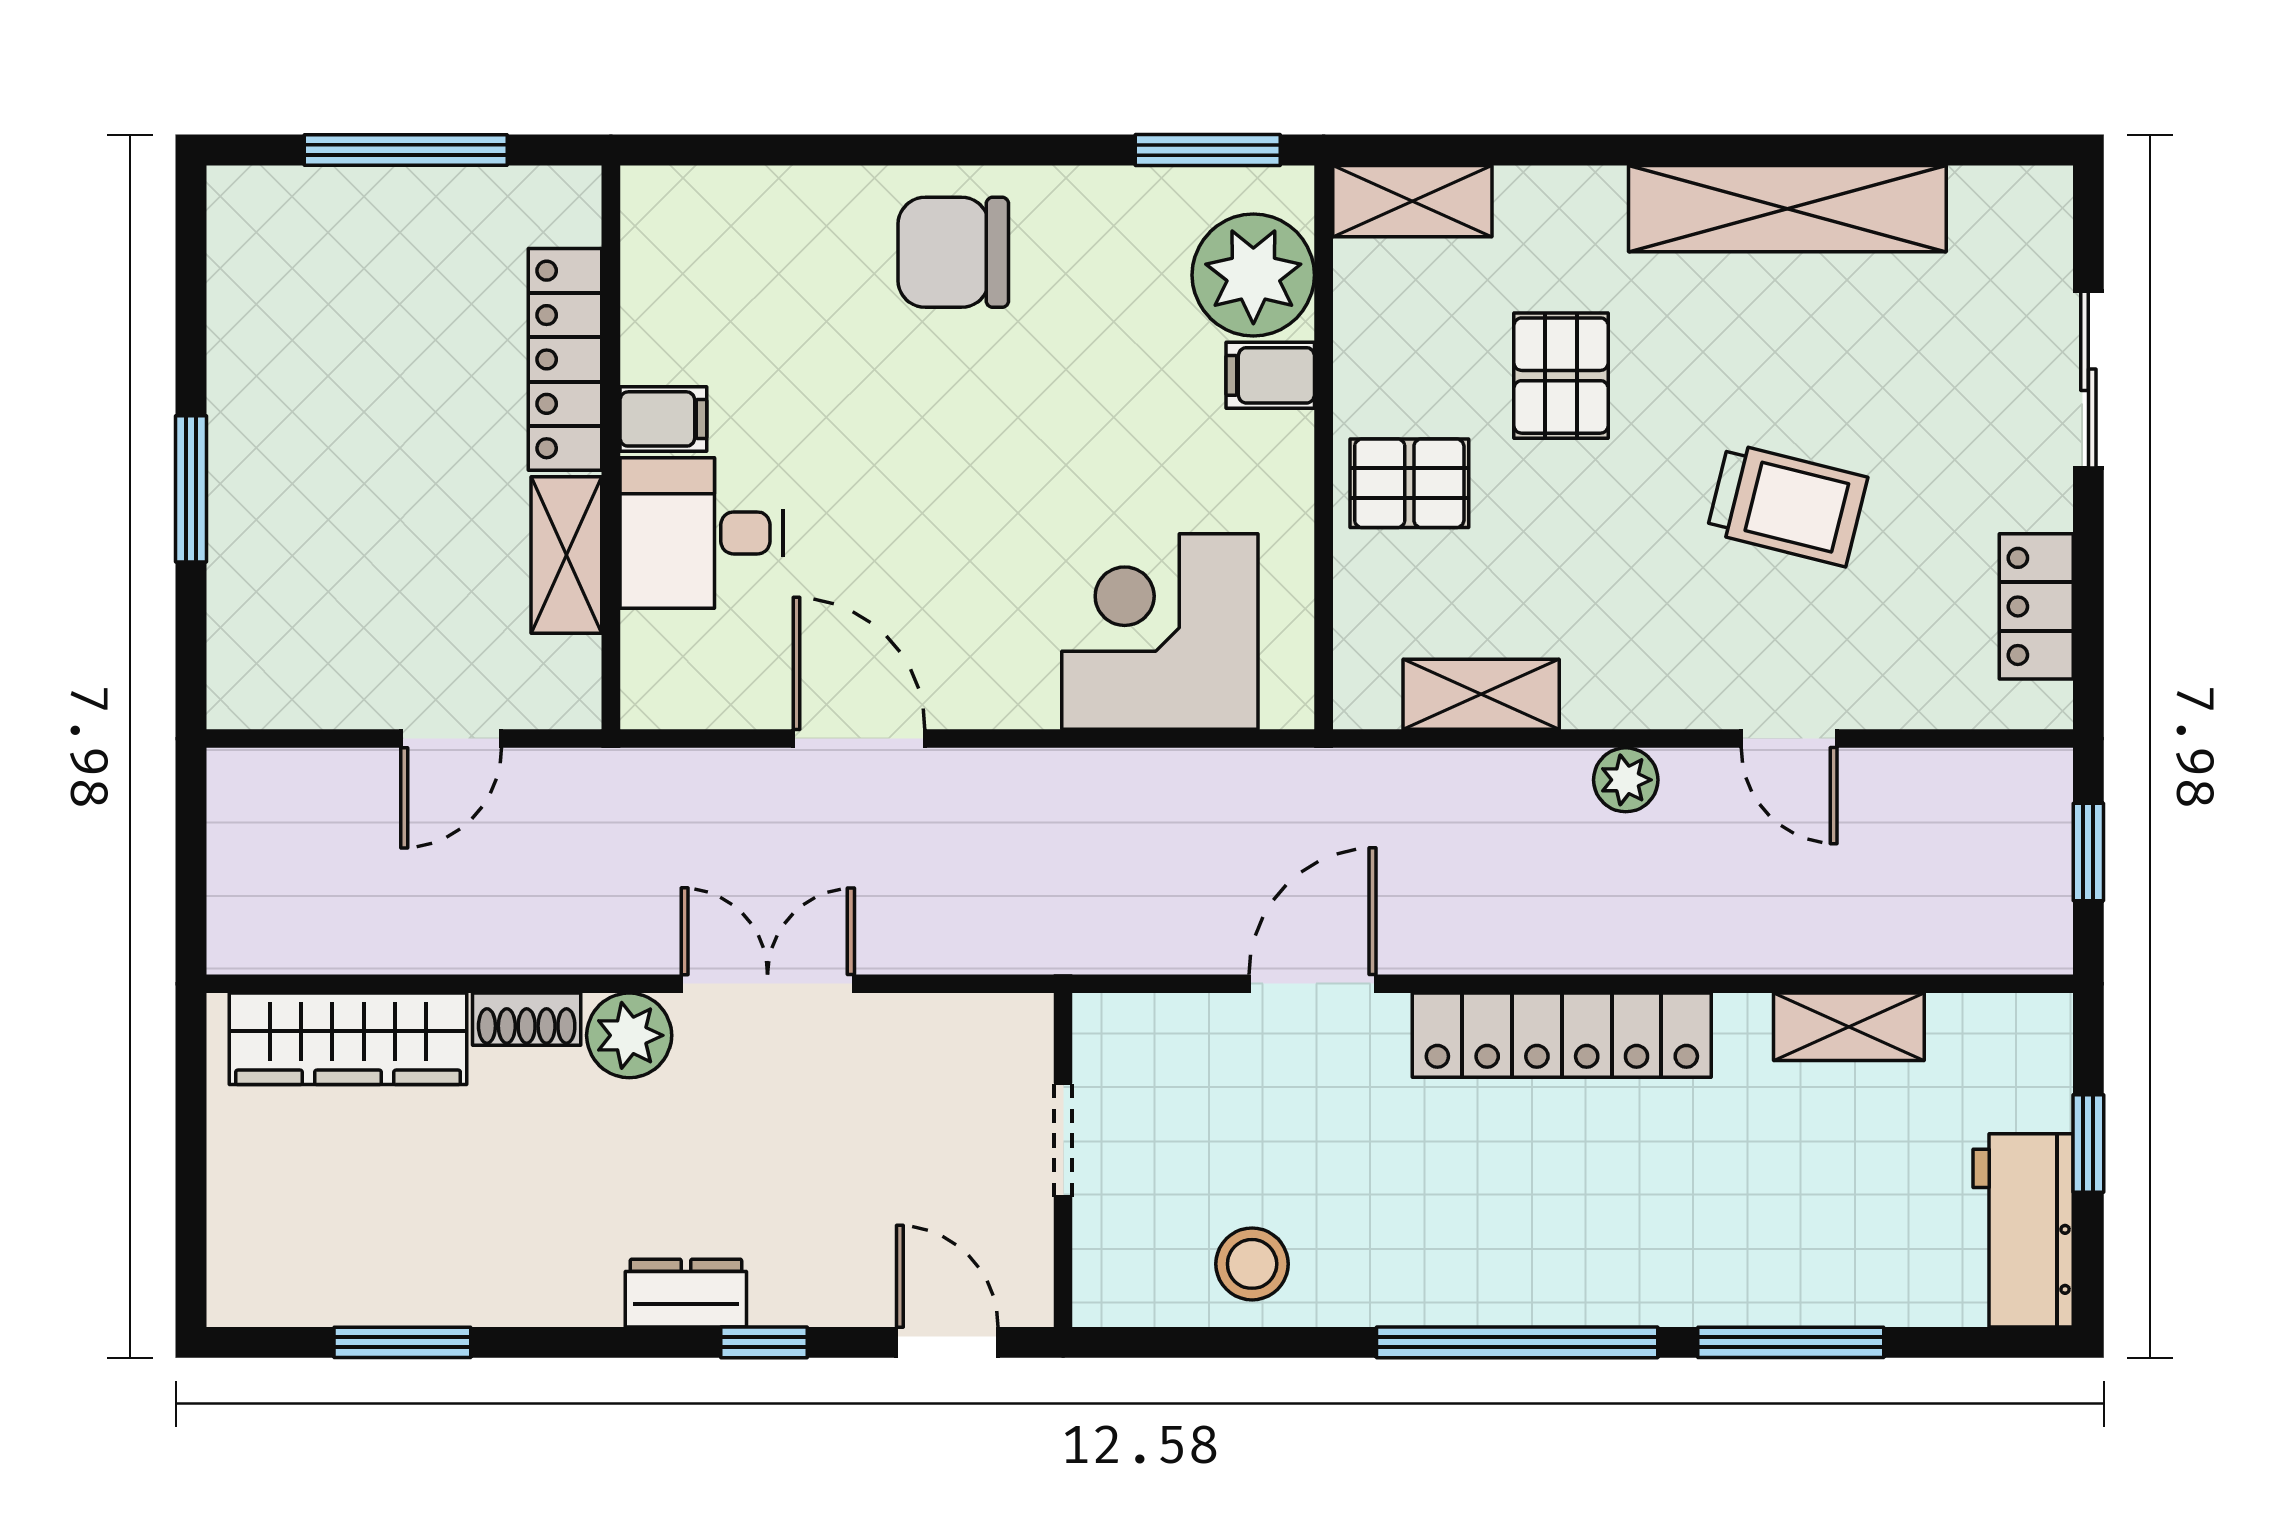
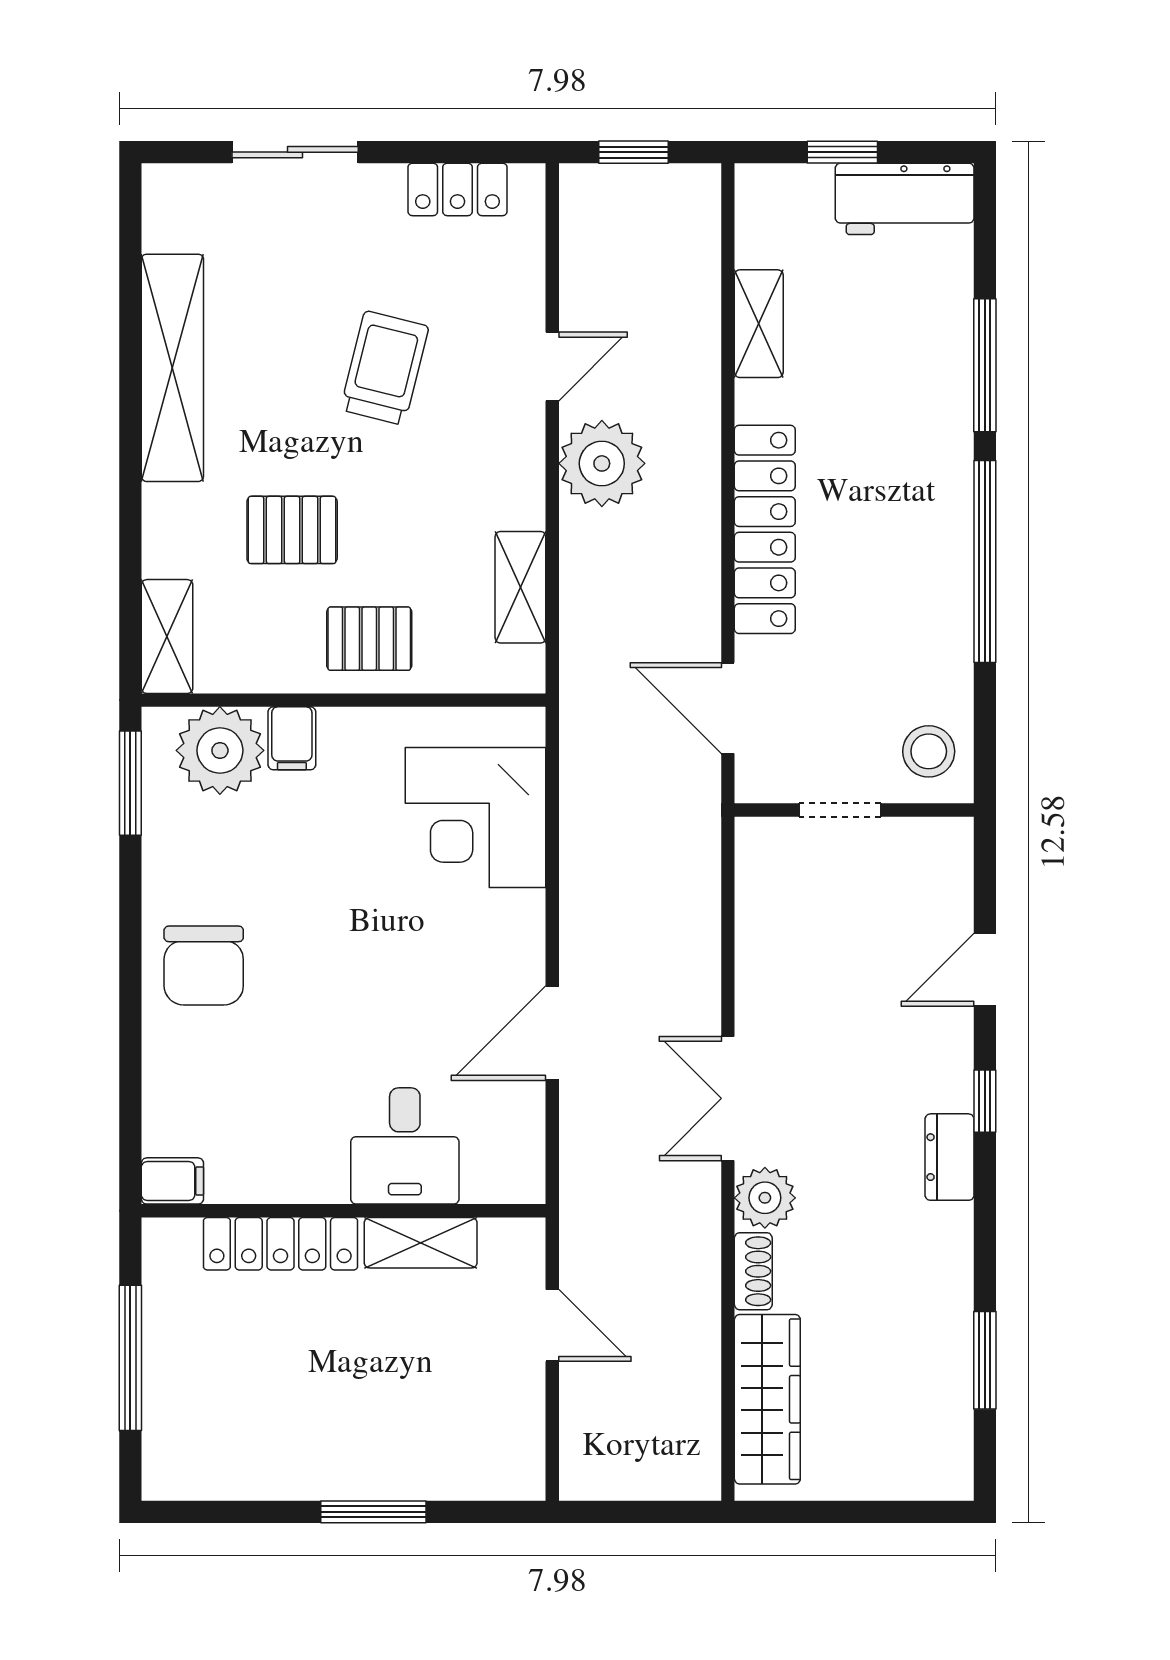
filing cabinet: (663, 419) -> (172, 1181), moved, turned 90
pallet: (1409, 483) -> (369, 639), turned 90
plant: (1626, 780) -> (602, 463), width x1.88, depth x1.88
doorway: (1063, 1140) -> (840, 810), moved
wall: (1063, 1160) -> (854, 810), moved

